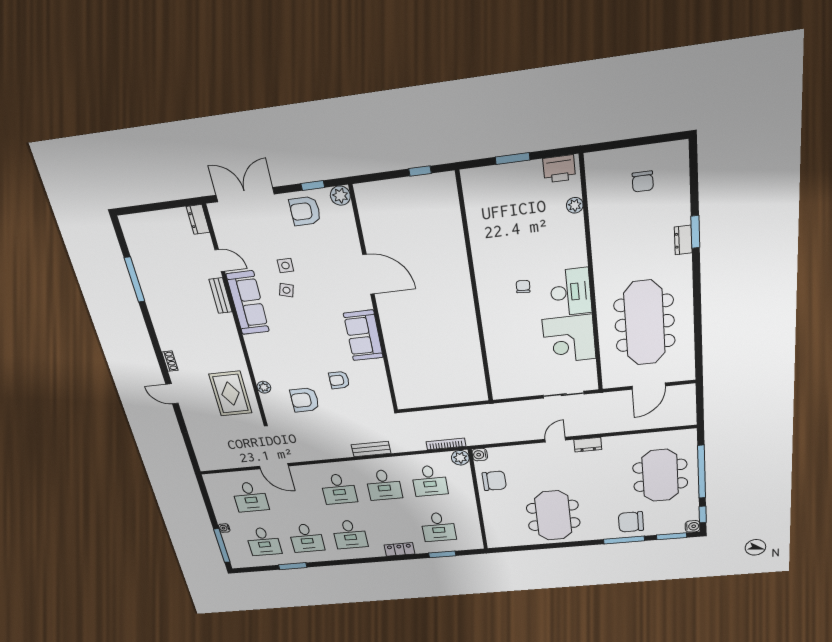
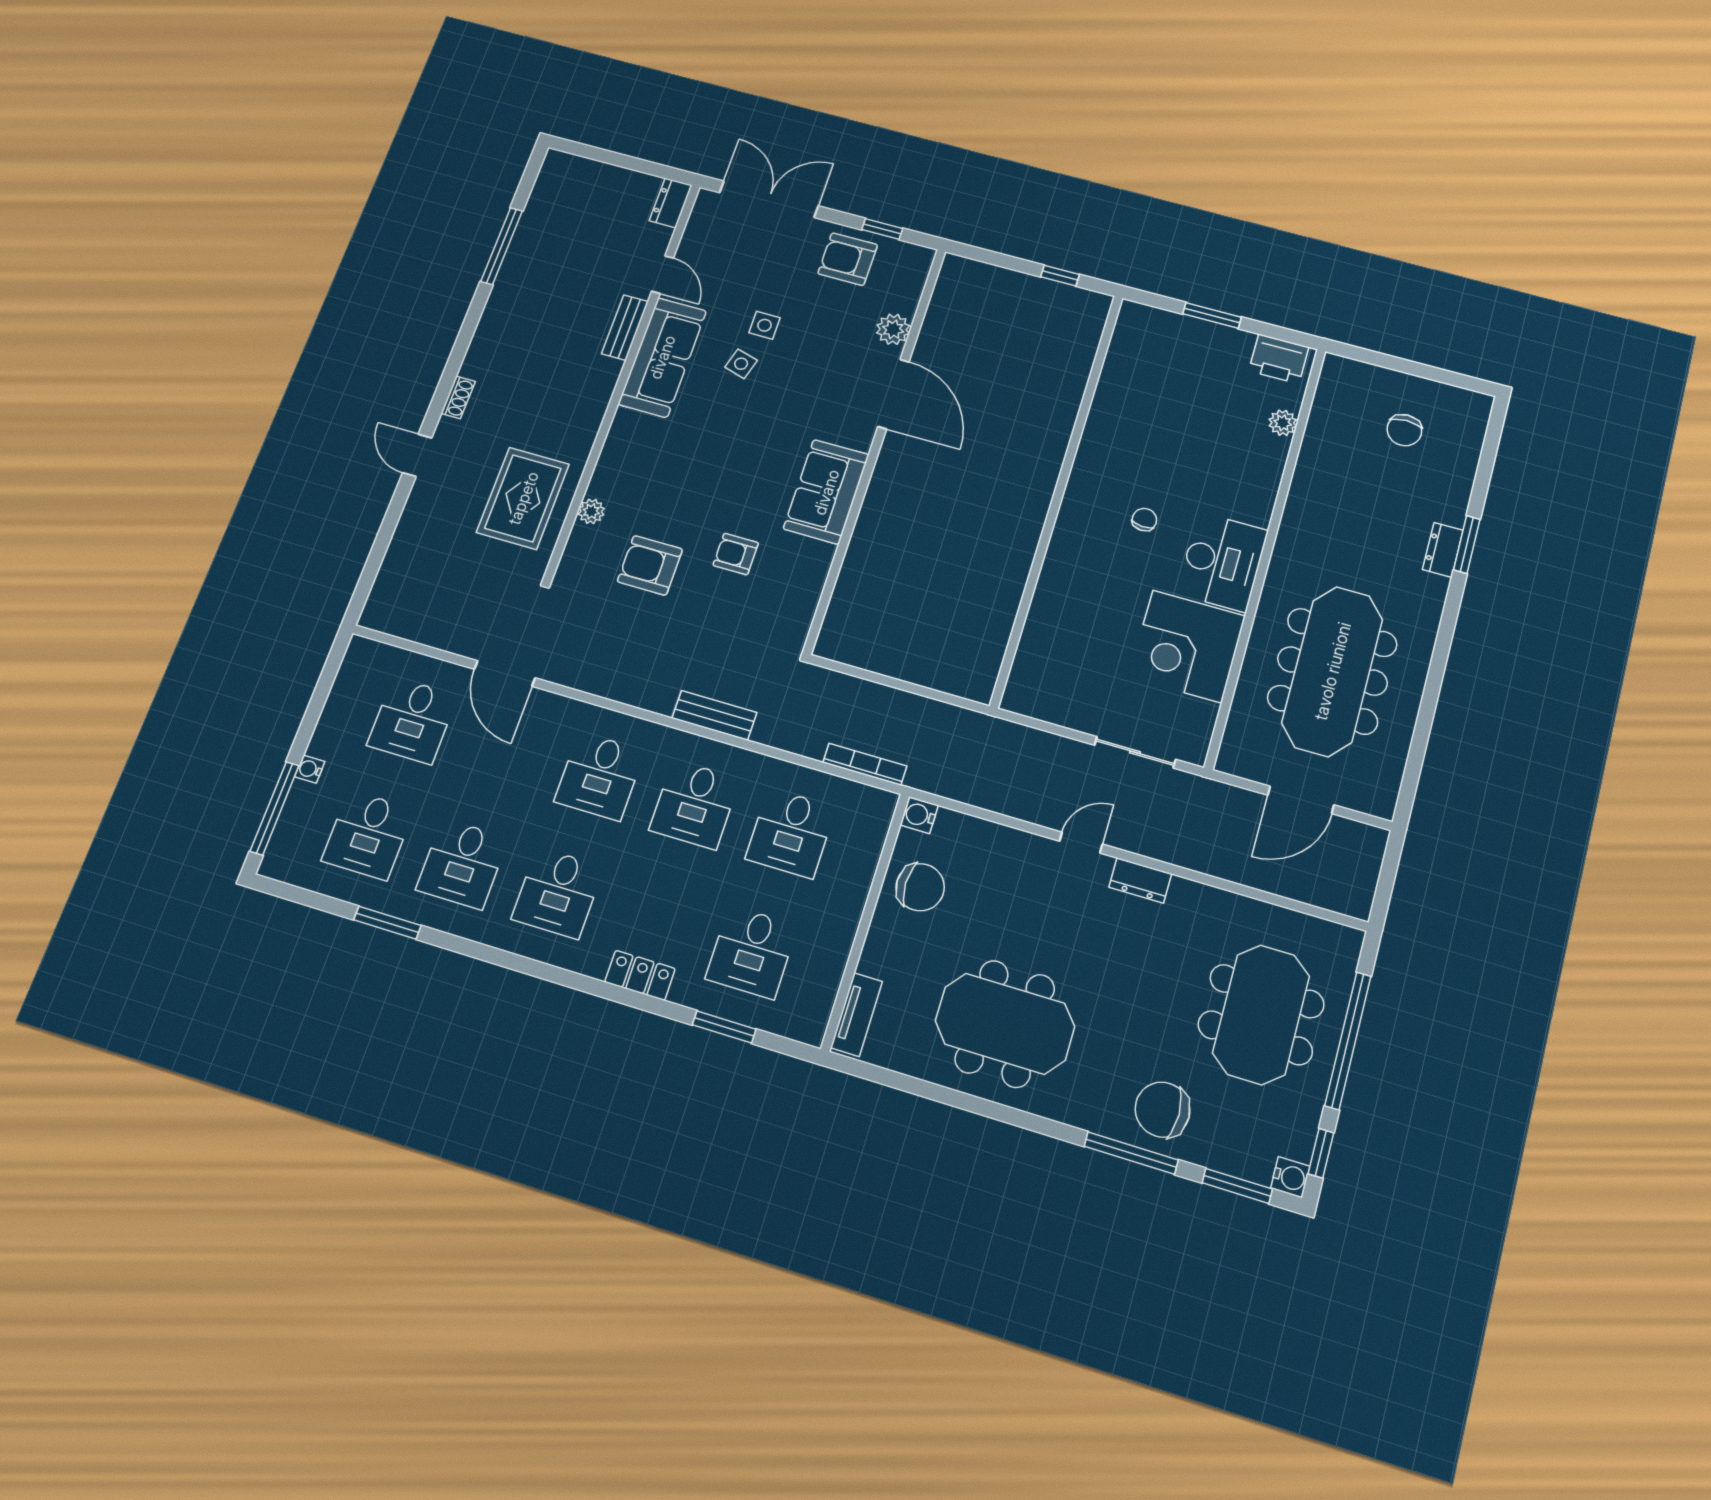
plant: (340, 196) -> (893, 329), moved
plant: (460, 458) -> (878, 806), removed
meeting table: (553, 515) -> (1005, 1024), turned 90
tv unit: (492, 533) -> (857, 1014), added

